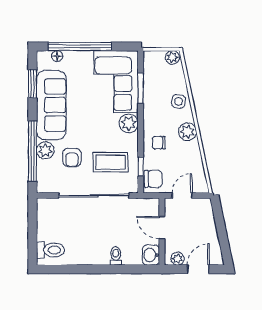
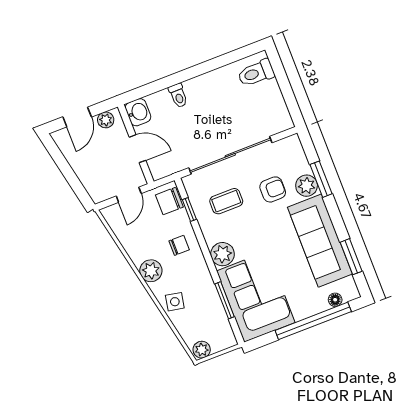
window: (32, 151) -> (321, 179), width x0.47
armchair: (72, 157) -> (273, 189), turned 90
coffee table: (110, 162) -> (226, 201), width x0.73, depth x0.77

